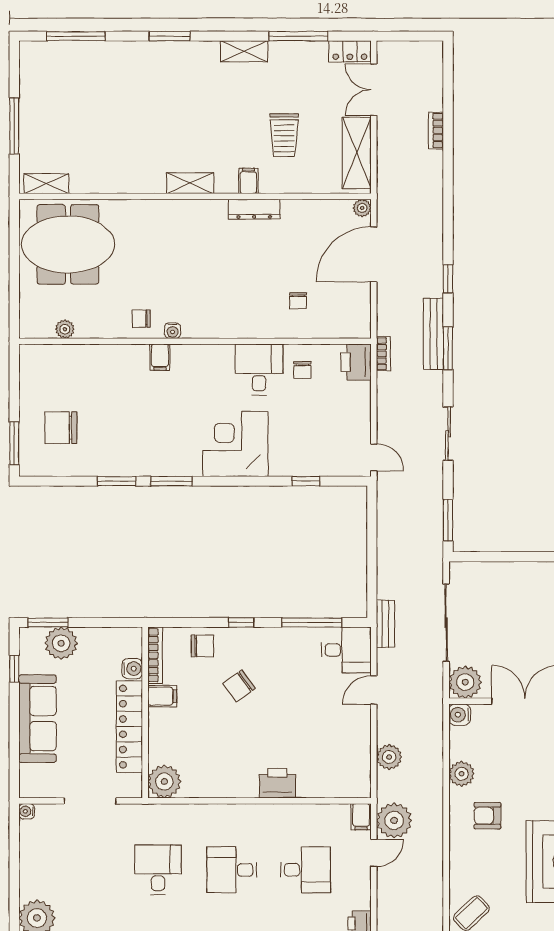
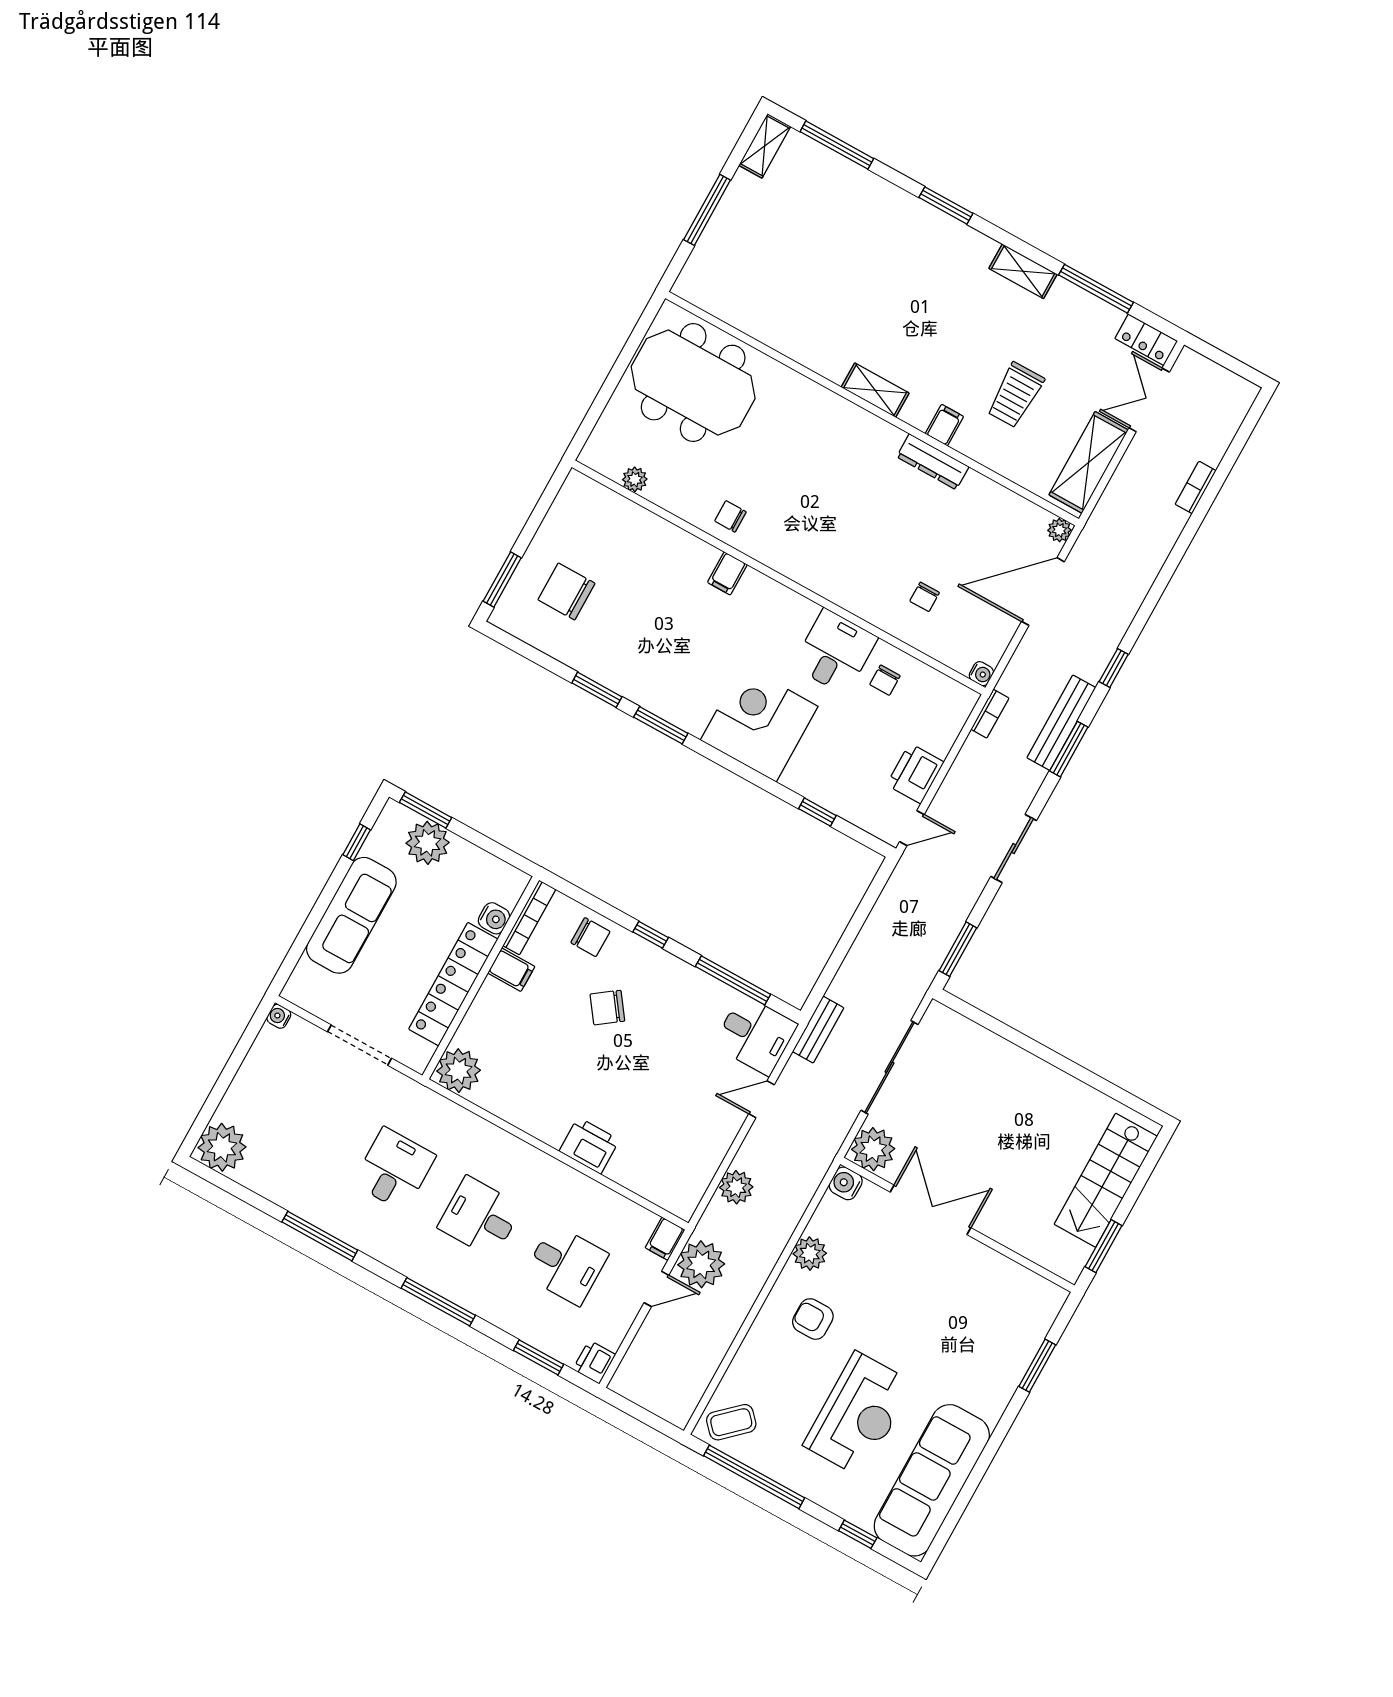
shelving: (46, 184) -> (765, 146), moved, turned 90
water cooler: (173, 331) -> (981, 674), moved, turned -90
printer: (356, 362) -> (915, 773), moved
door: (374, 457) -> (912, 828), hinge flipped

